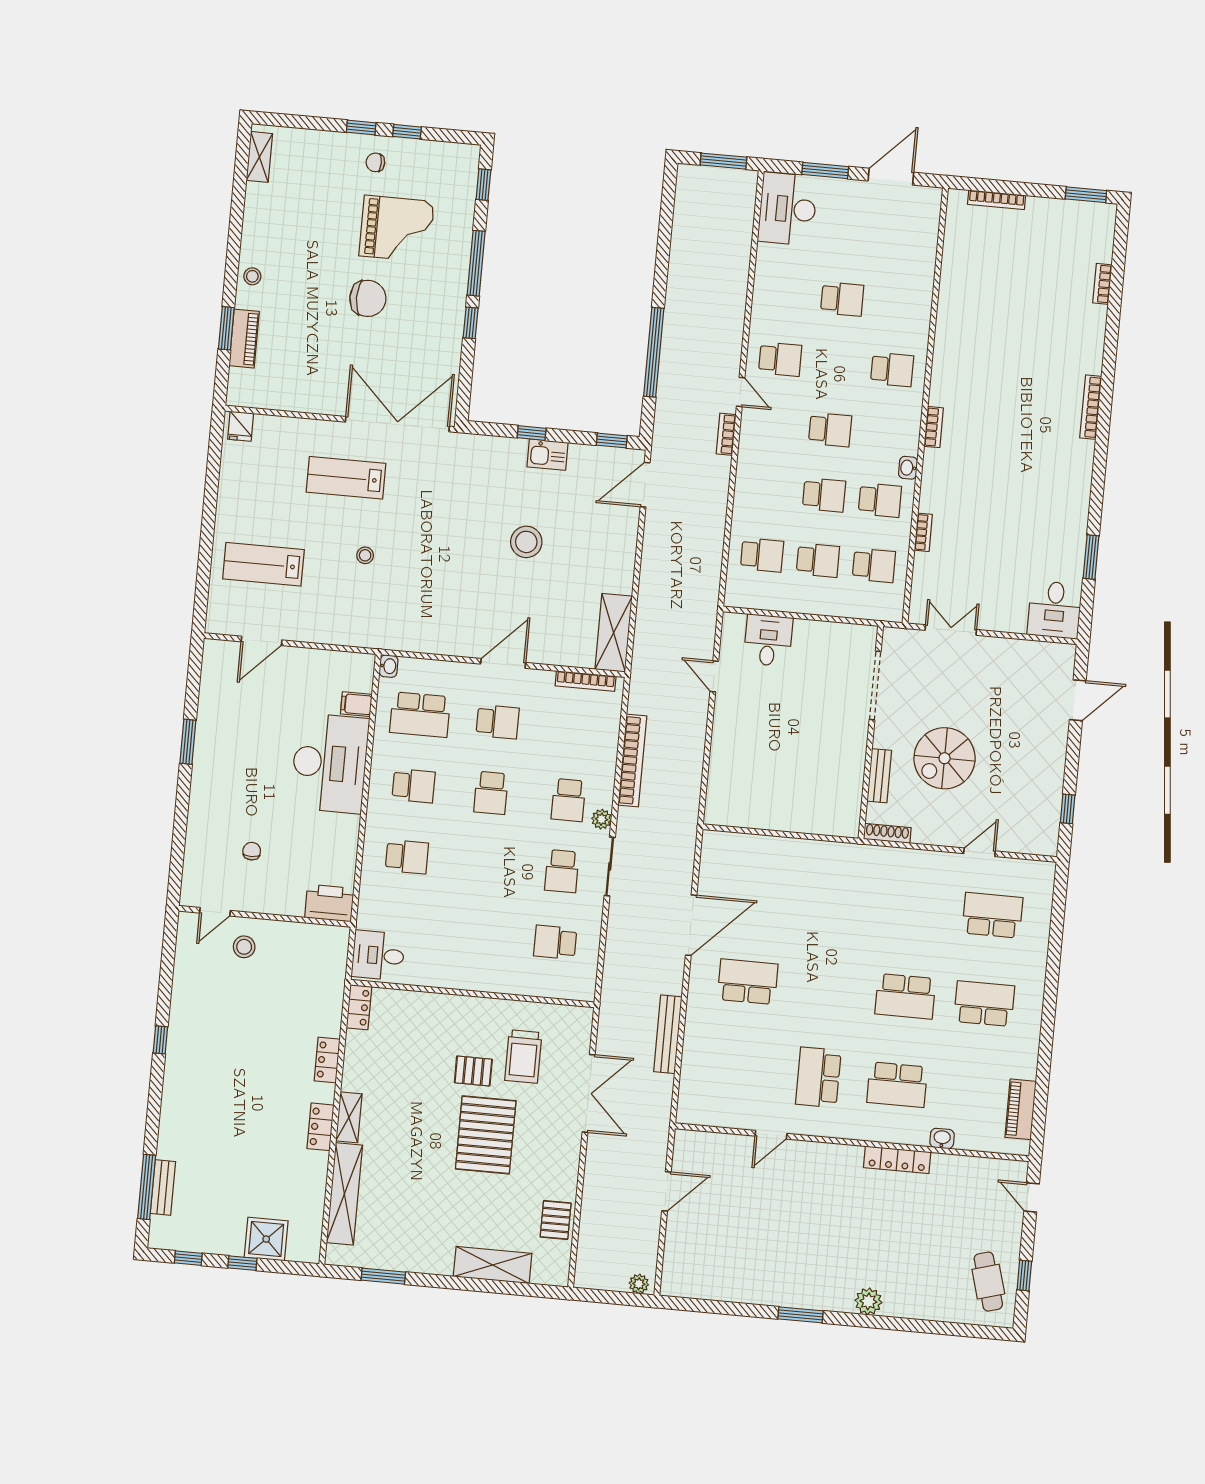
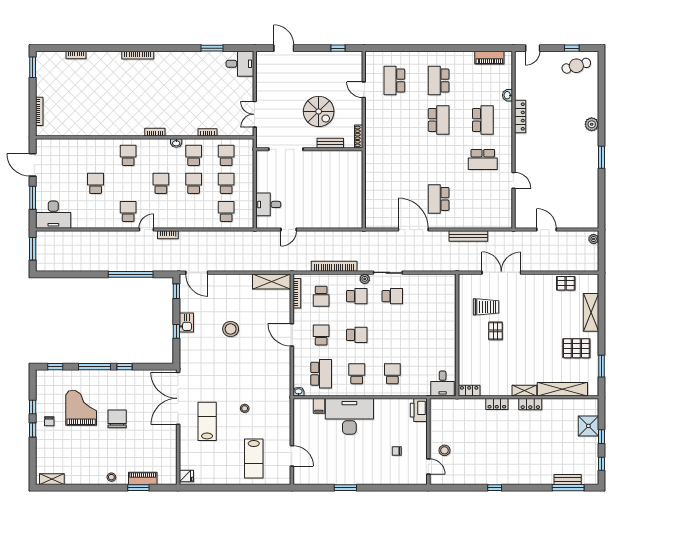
lab bench: (346, 478) -> (207, 421), turned 180
school desk: (555, 942) -> (321, 296), moved
pallet: (486, 1135) -> (576, 348), moved, width x0.73, depth x0.71

